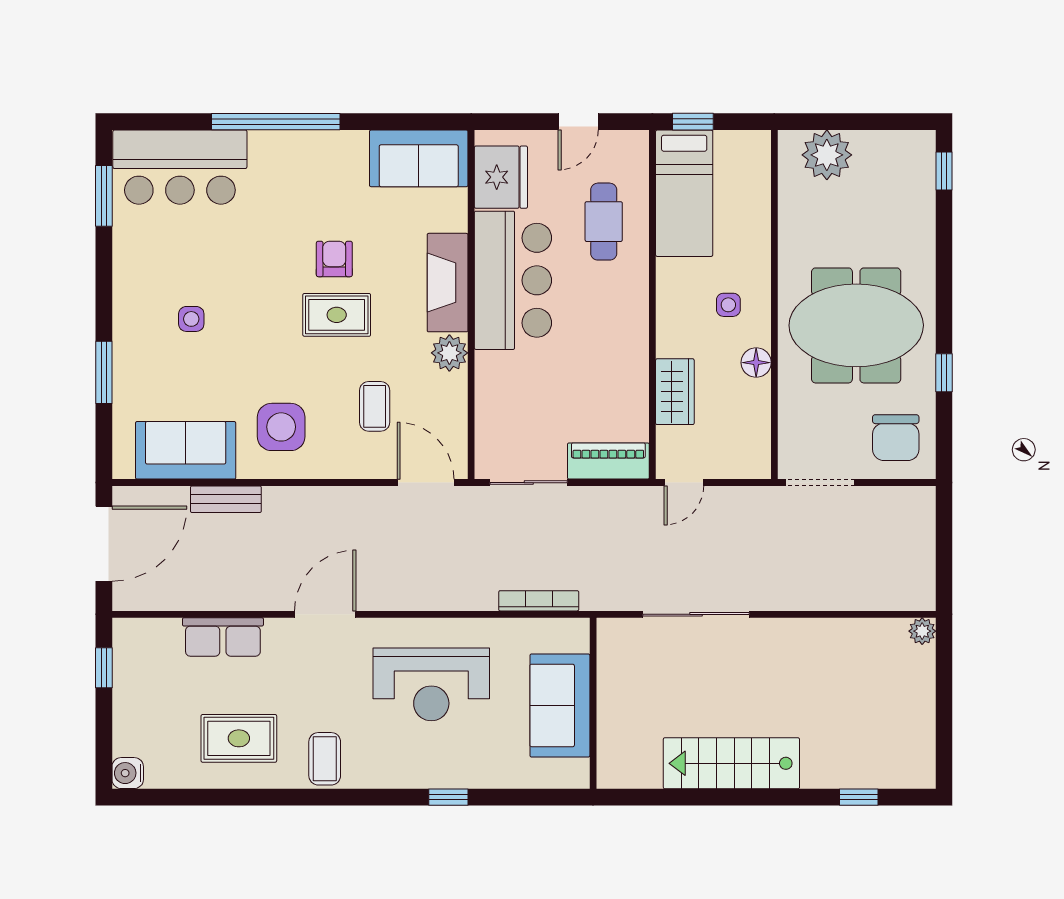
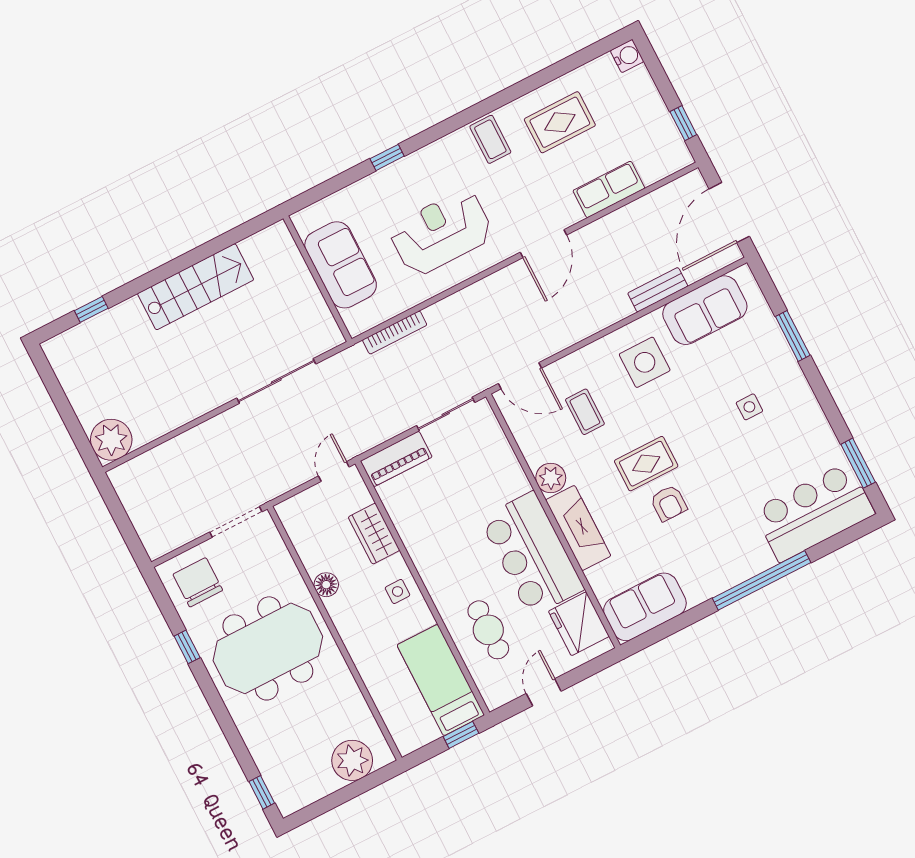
side table: (728, 305) -> (398, 591), moved
plant: (922, 631) -> (111, 440), width x1.88, depth x1.88

